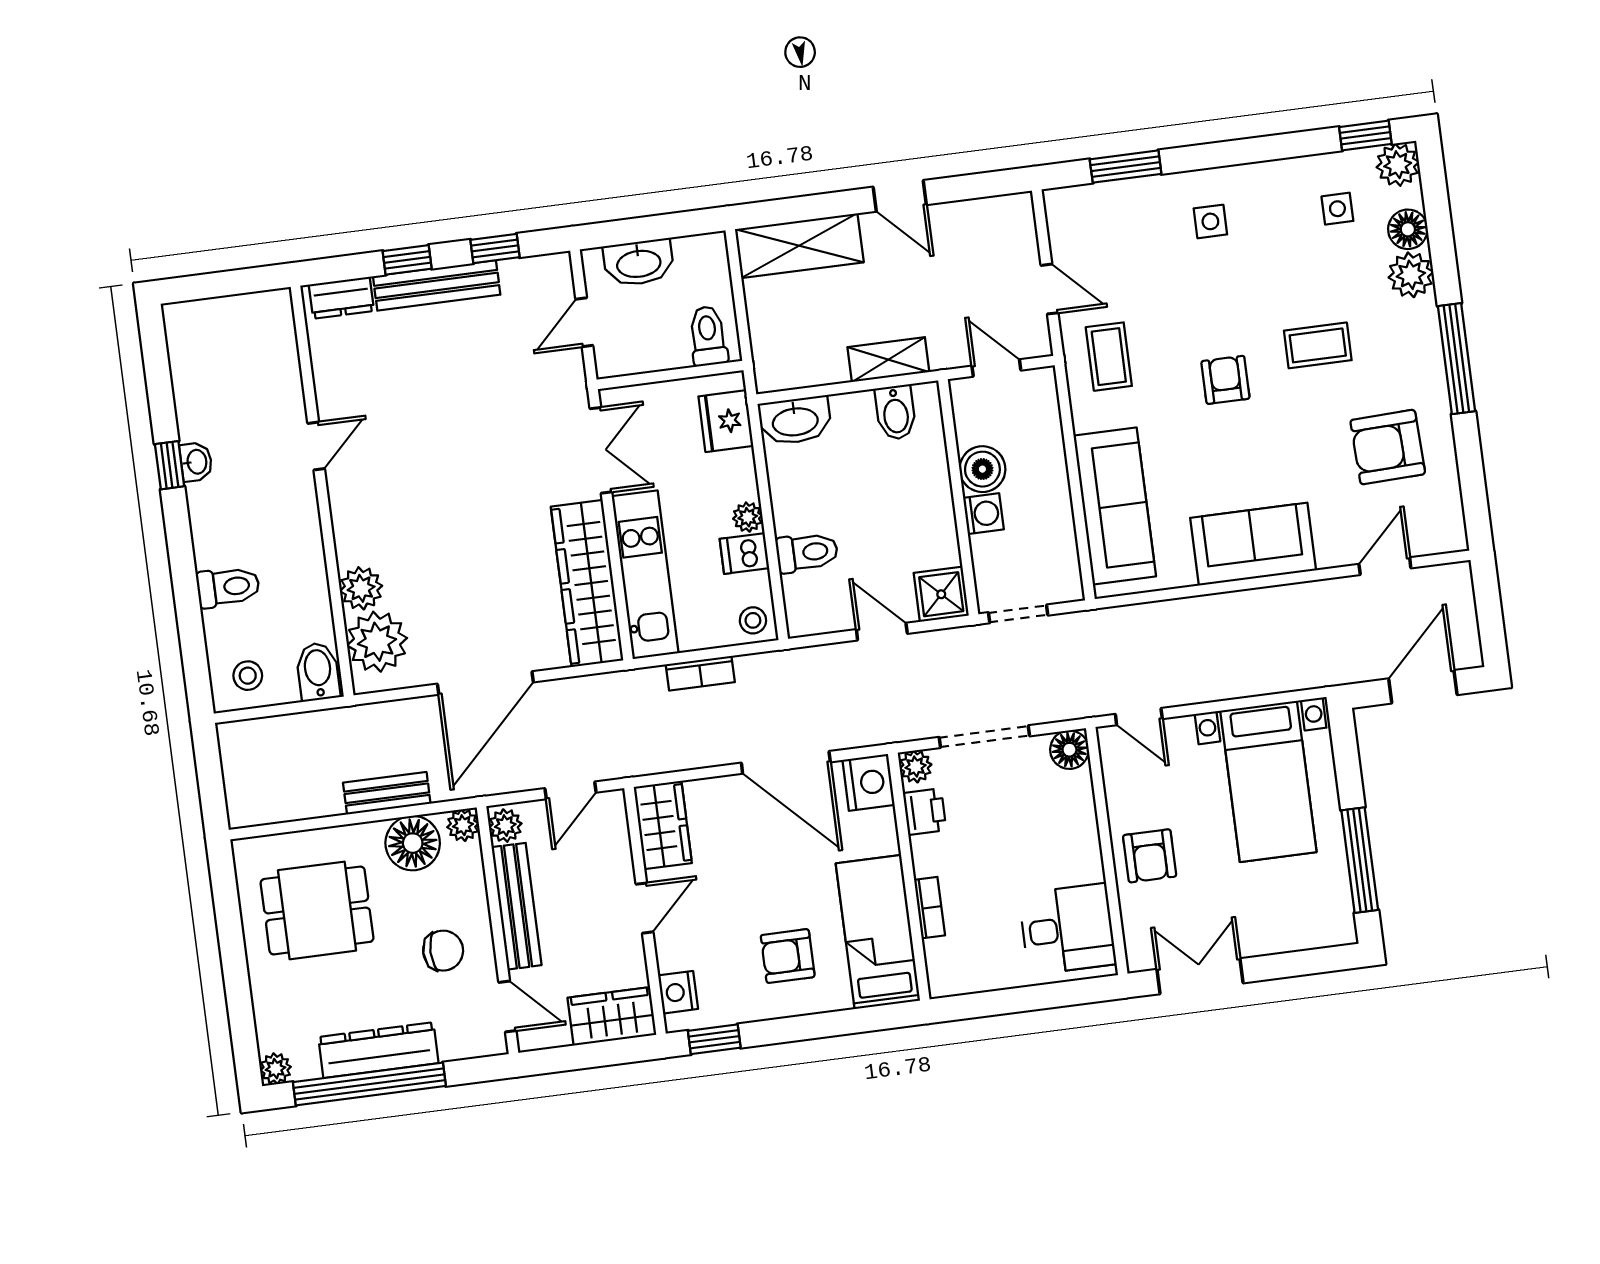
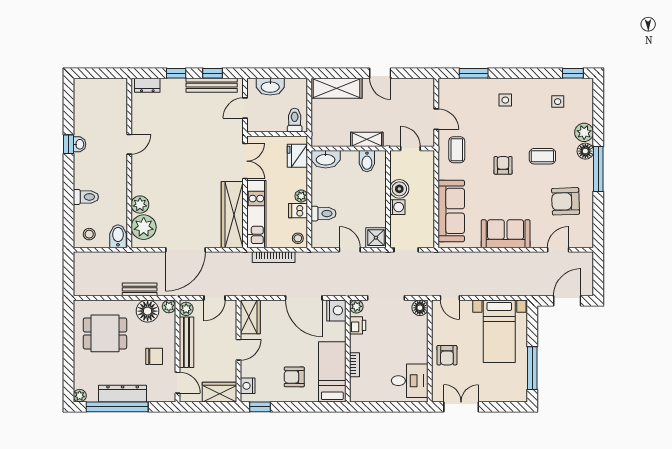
plant: (1398, 165) -> (585, 87), removed
floor lamp: (1408, 229) -> (585, 151), moved
bench: (437, 285) -> (212, 85), moved
bookcase: (700, 673) -> (274, 257), width x1.56

